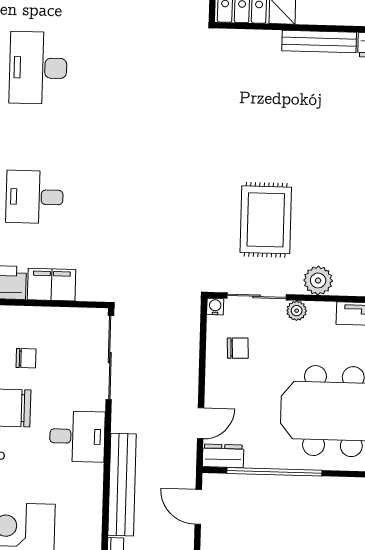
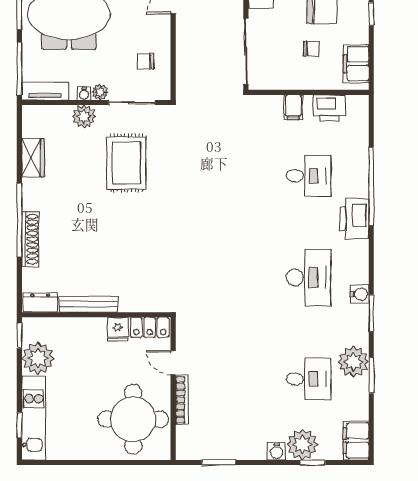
filing cabinet: (52, 285) -> (293, 107), width x0.50
water cooler: (215, 307) -> (84, 94), moved
chair: (26, 358) -> (312, 49), turned 180

